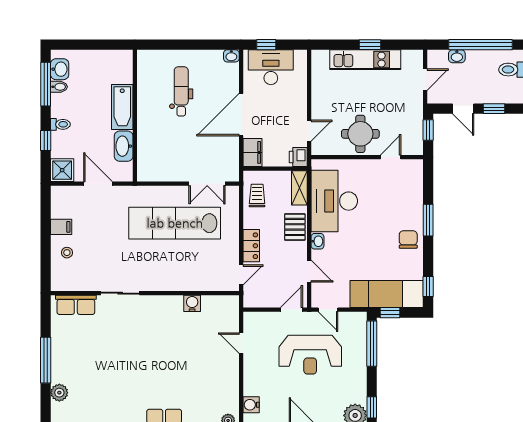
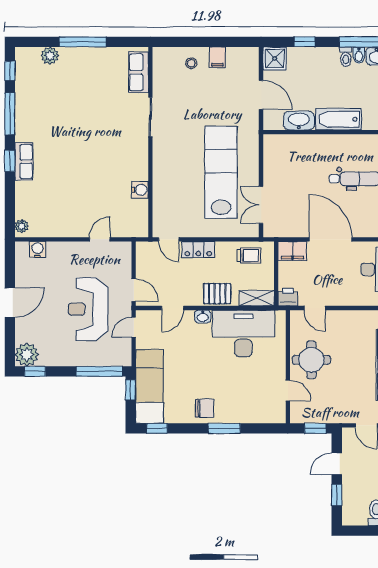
toilet: (60, 124) -> (346, 57), moved
door: (98, 184) -> (261, 95), hinge flipped

